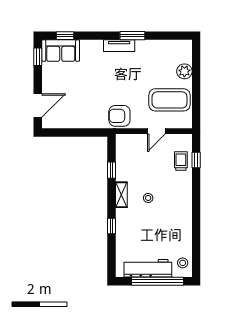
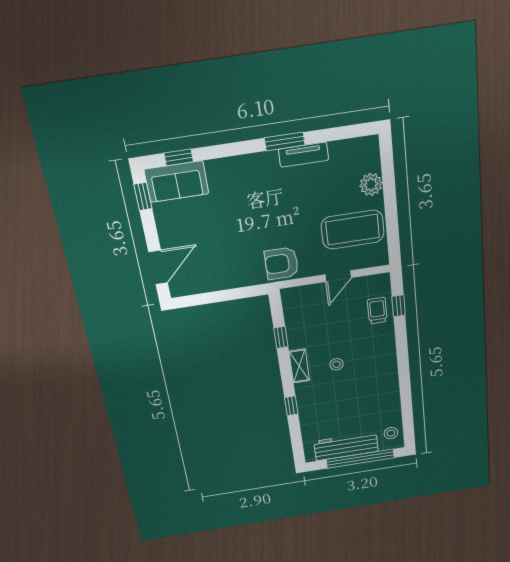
tv unit: (119, 46) -> (304, 155), moved

